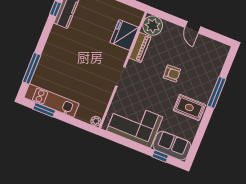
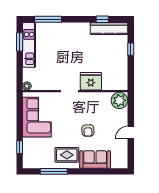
fridge: (124, 35) -> (91, 81), moved
piano: (140, 47) -> (98, 98), removed
window: (217, 92) -> (54, 171), moved
rug: (189, 108) -> (67, 155), turned 90
sofa: (172, 146) -> (95, 160), moved, turned -90

